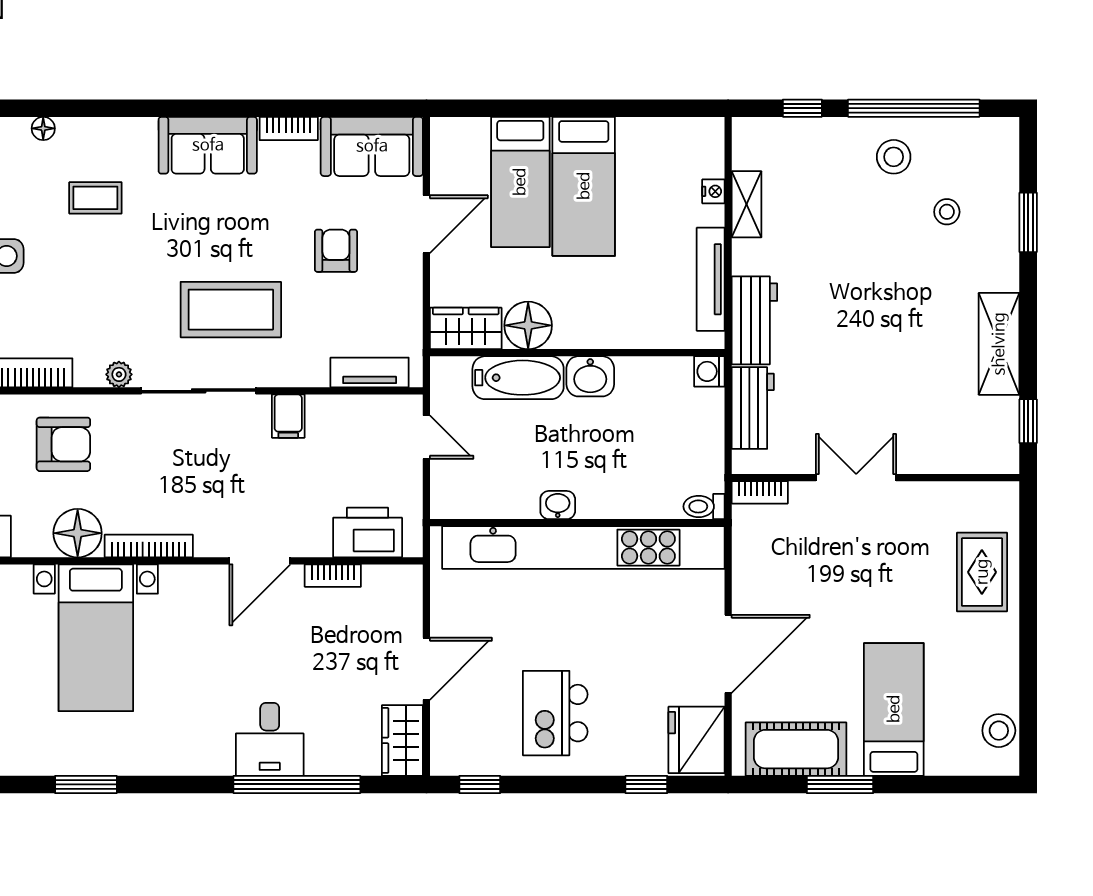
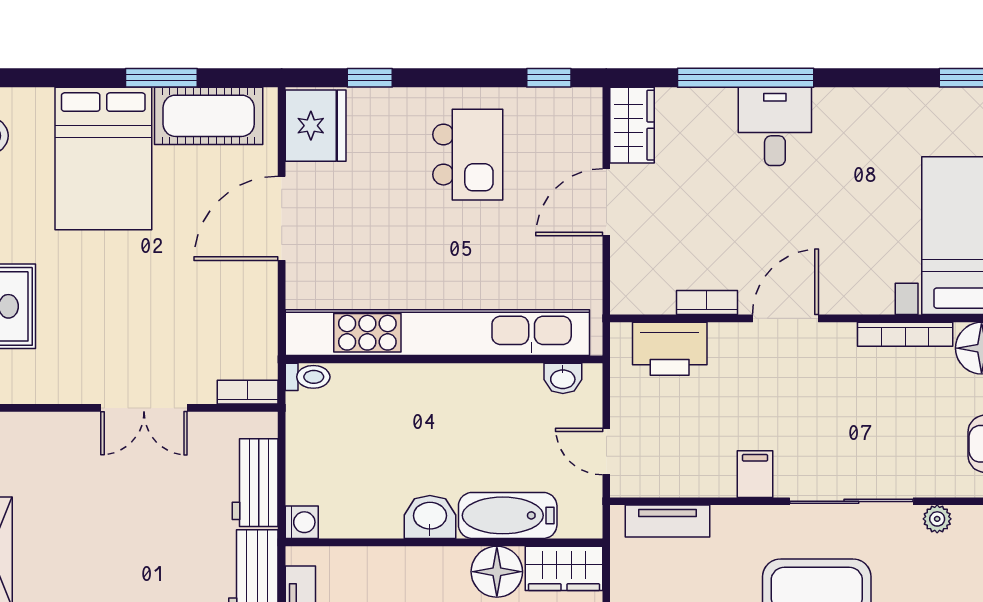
washbasin: (558, 505) -> (563, 378), moved
bed: (894, 709) -> (103, 158), width x1.50

